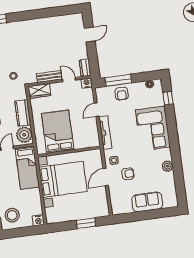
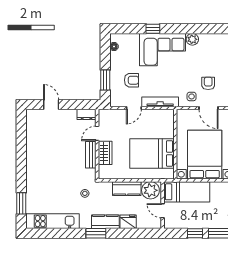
window: (118, 80) -> (105, 80), width x0.69
nightstand: (87, 83) -> (103, 115), removed
wardrobe: (39, 91) -> (105, 153), moved
armchair: (122, 94) -> (131, 80), moved
window: (168, 98) -> (153, 29), moved
door: (97, 110) -> (134, 108), hinge flipped
plant: (167, 166) -> (192, 39), moved

